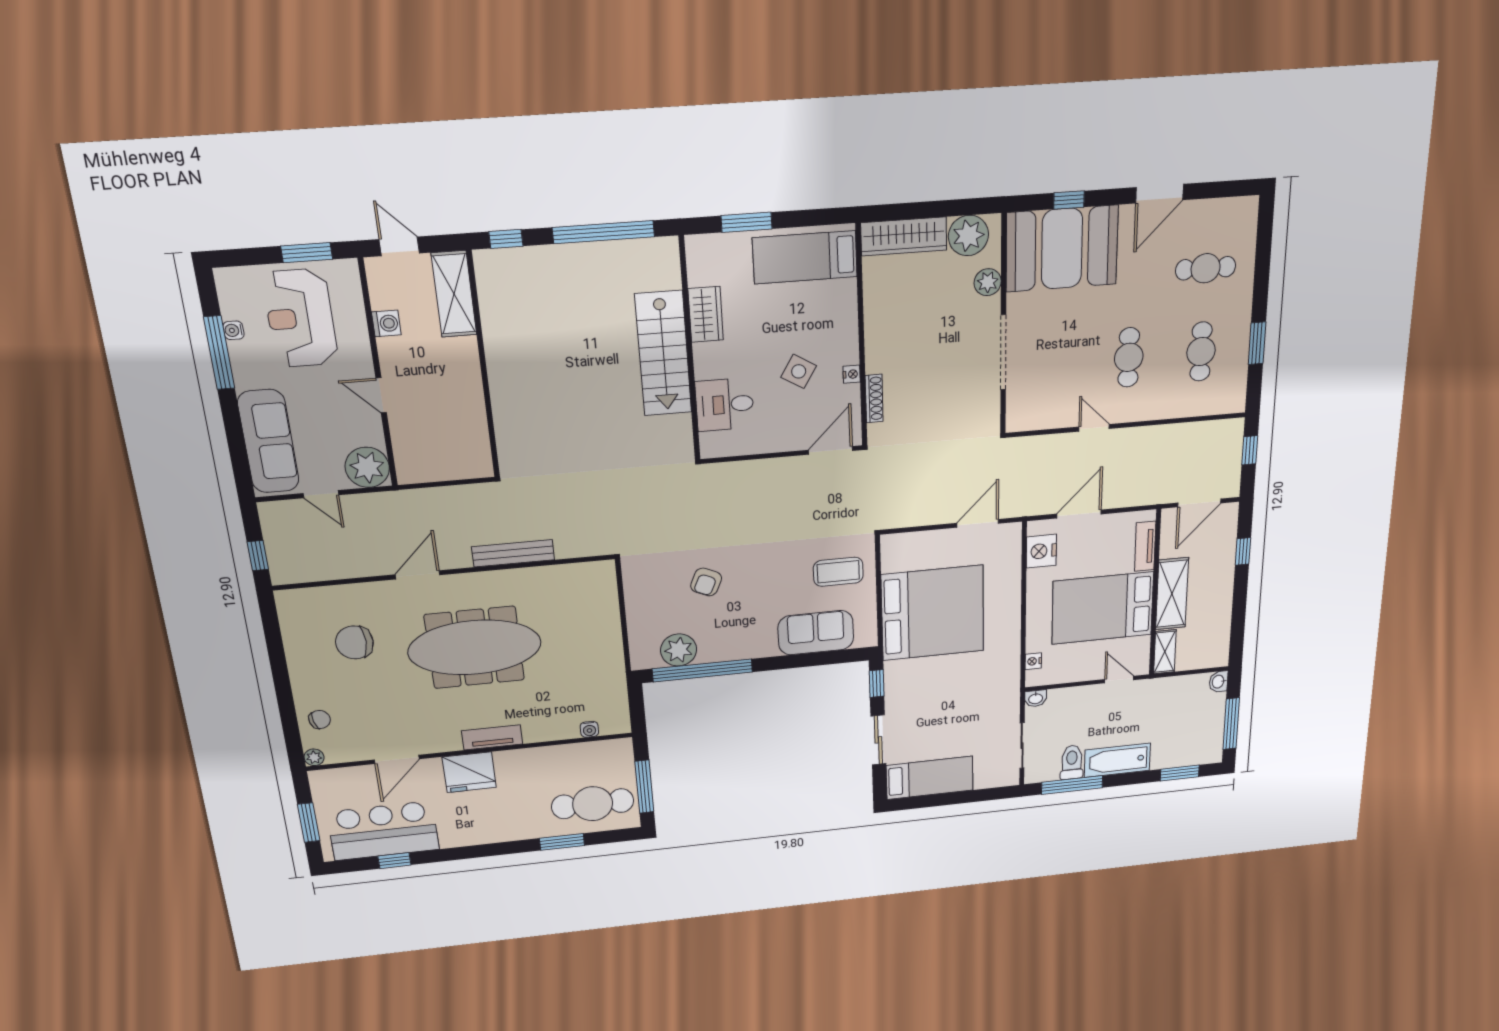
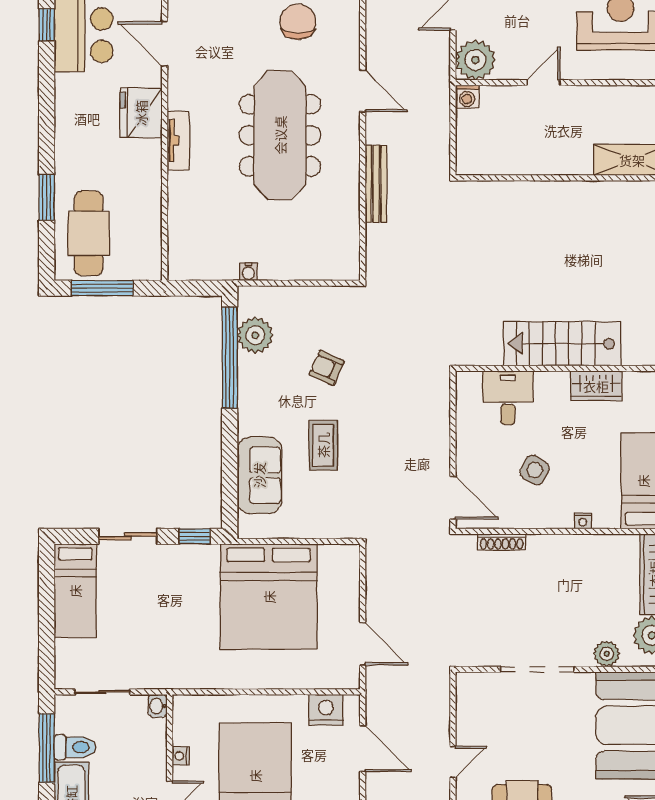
washing machine: (386, 323) -> (467, 97), moved
nightstand: (852, 374) -> (583, 521), moved
coffee table: (838, 572) -> (323, 445), moved
nightstand: (1033, 661) -> (181, 756), moved, turned -90
water cooler: (589, 729) -> (248, 272), moved, turned -90

